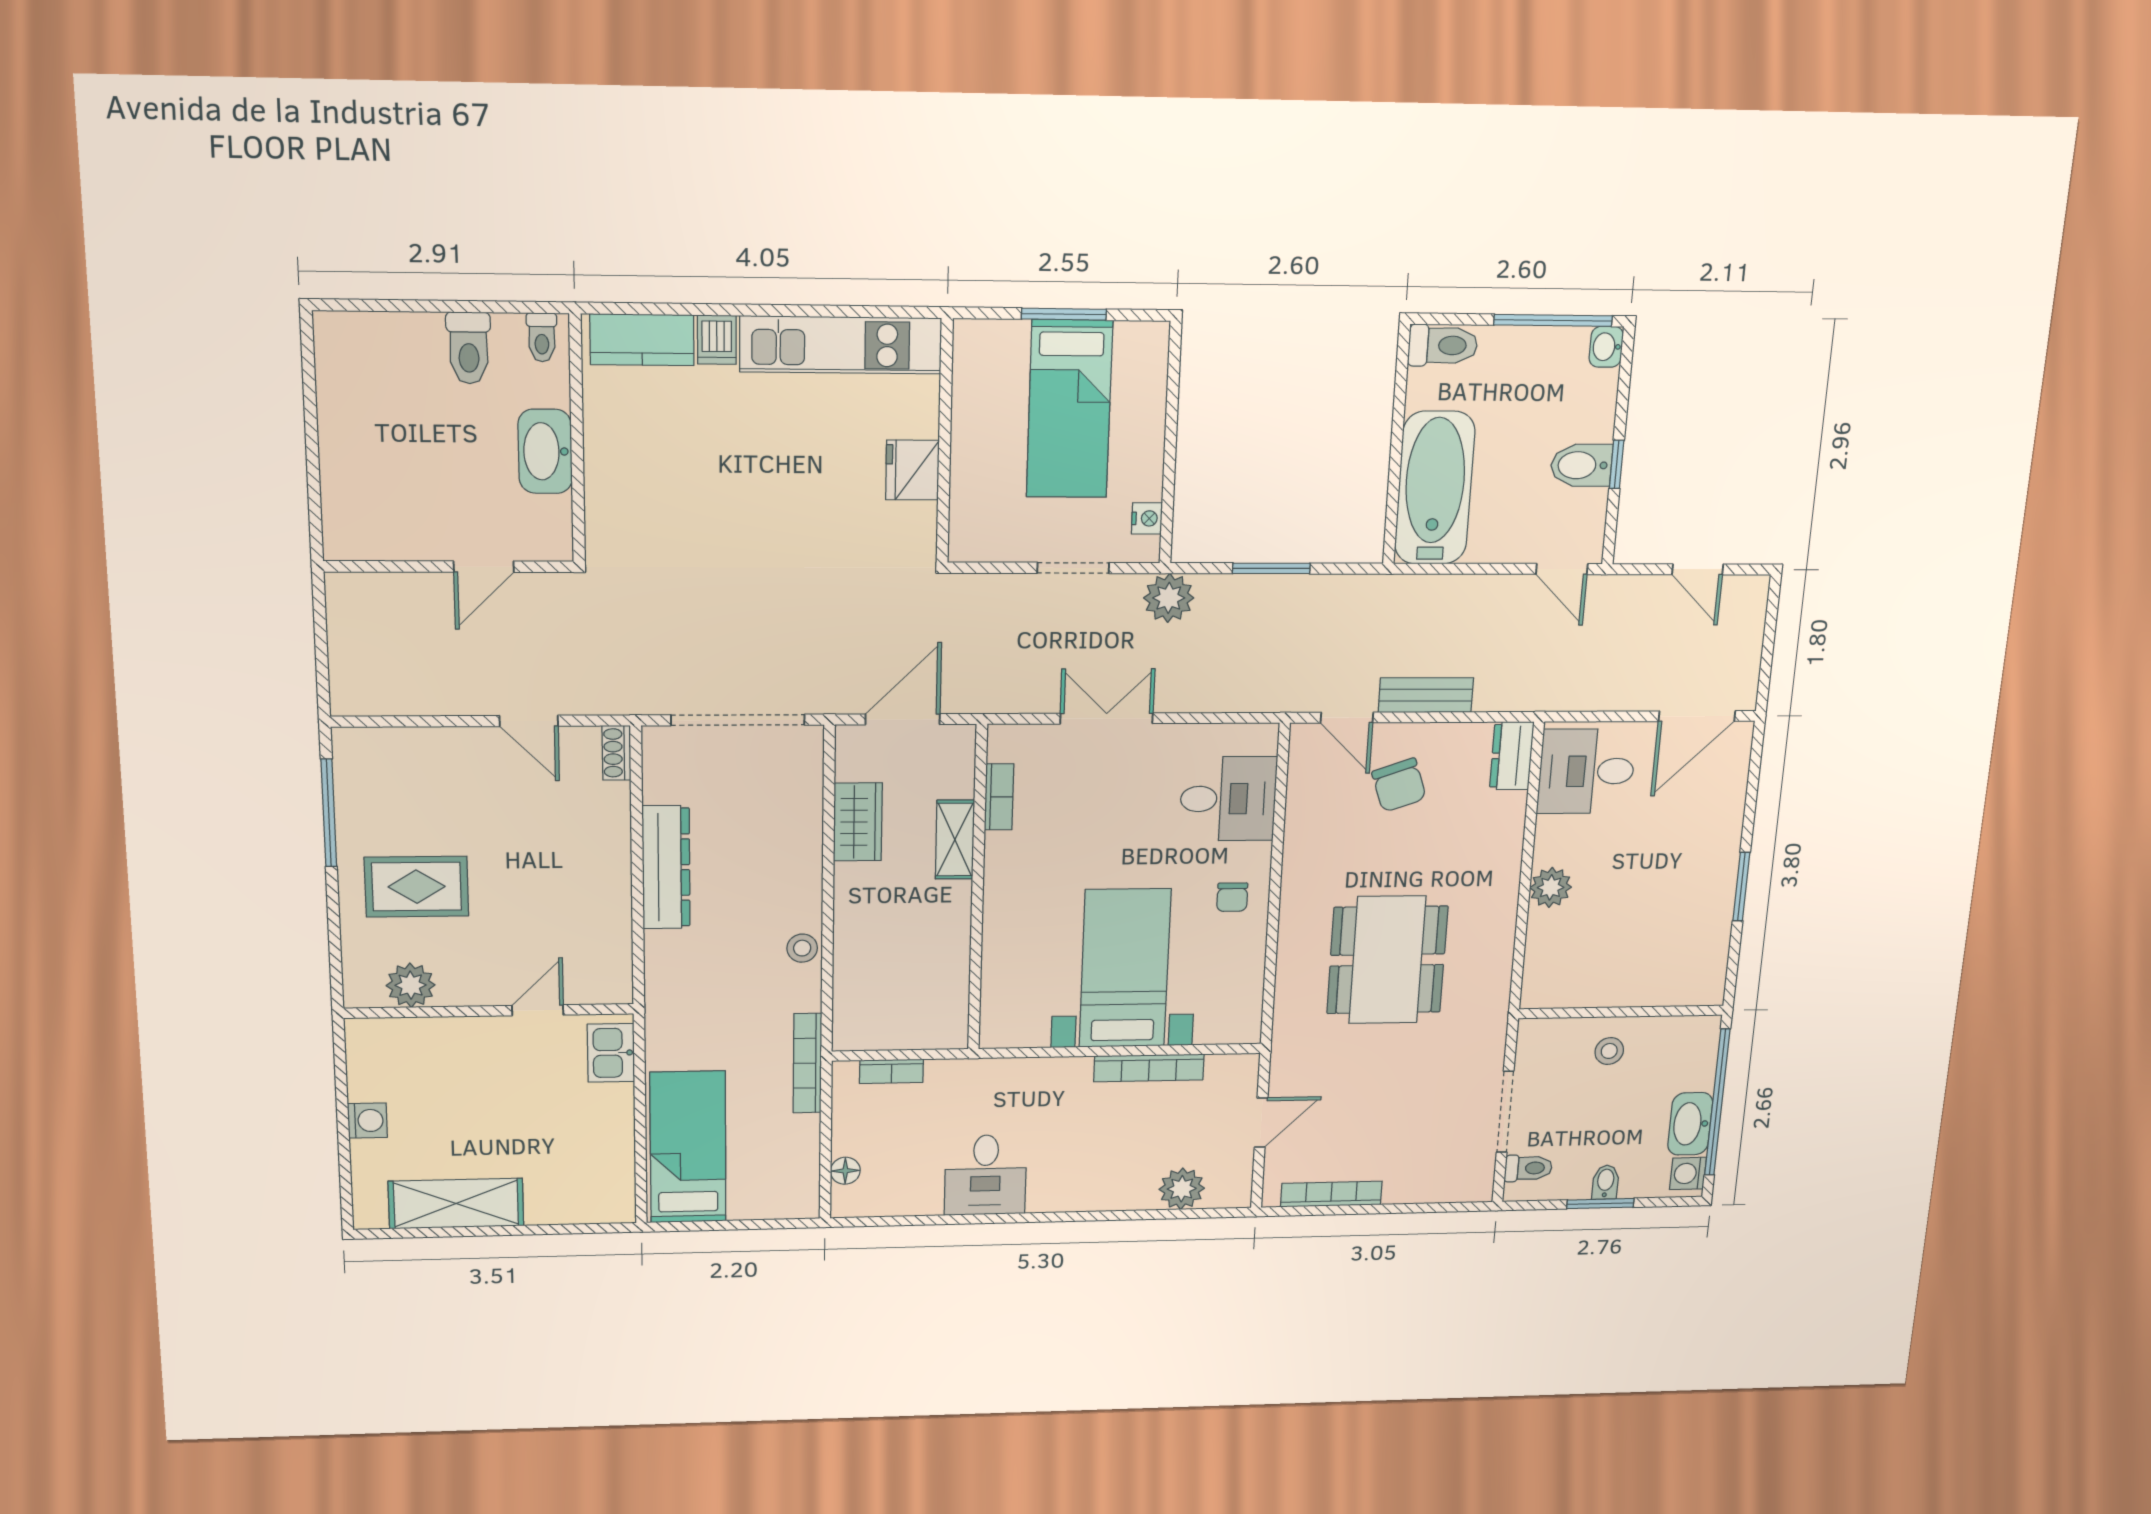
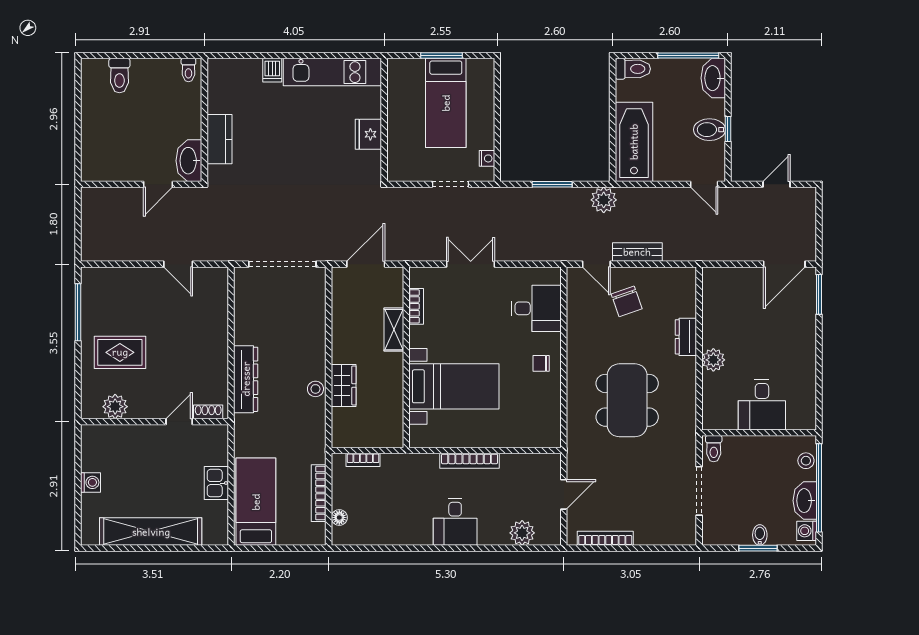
kitchen counter: (642, 340) -> (219, 139), moved, turned -90
washbasin: (1606, 347) -> (713, 78), width x1.91, depth x1.45
toilet: (469, 348) -> (119, 76), moved
washbasin: (545, 451) -> (189, 161), moved
door: (1698, 569) -> (776, 184), swing flipped
plant: (1169, 598) -> (604, 200), moved
shoe rack: (616, 753) -> (208, 412), moved, turned 90
dresser: (1512, 756) -> (686, 337), moved
desk: (1587, 771) -> (762, 405), moved, turned -90
wardrobe: (858, 822) -> (344, 385), moved
dresser: (666, 867) -> (246, 379), moved
window: (1741, 887) -> (819, 294), moved
chair: (1232, 897) -> (541, 363), turned 90
bed with nightstands: (1125, 968) -> (454, 386), moved, turned 90
stool: (1609, 1051) -> (806, 461), moved
kitchen sink: (611, 1053) -> (216, 483), moved
bookcase: (807, 1063) -> (319, 493), moved
bookcase: (1149, 1068) -> (470, 461), moved
toilet: (1528, 1168) -> (714, 449), moved, turned 90
desk: (985, 1175) -> (455, 522), moved
shelving: (456, 1204) -> (151, 532), width x1.47

